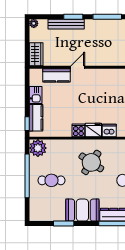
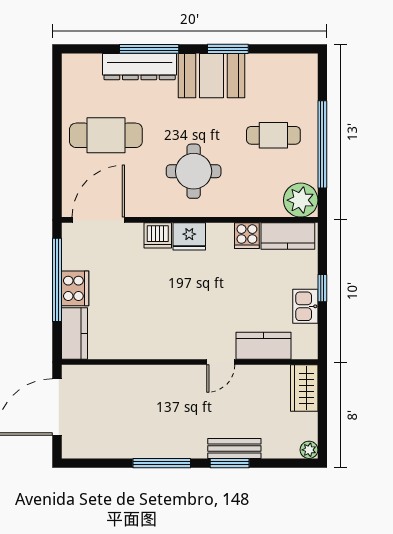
bench: (66, 24) -> (234, 448), width x0.73
kitchen counter: (36, 118) -> (288, 236), moved, turned -90
window: (27, 124) -> (322, 288), moved
cooker: (78, 130) -> (247, 236), moved
round table: (91, 162) -> (194, 171), turned -34
window: (64, 224) -> (228, 49), moved

